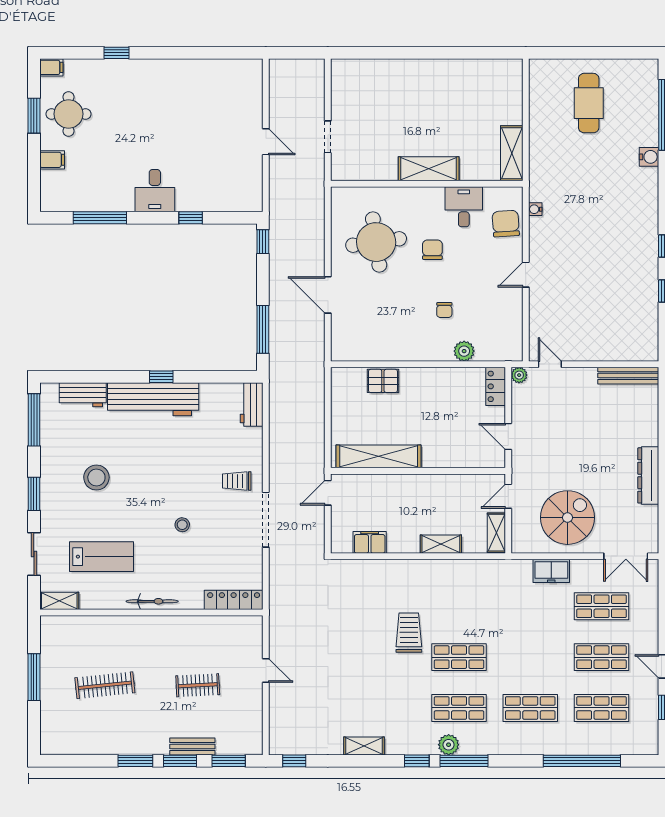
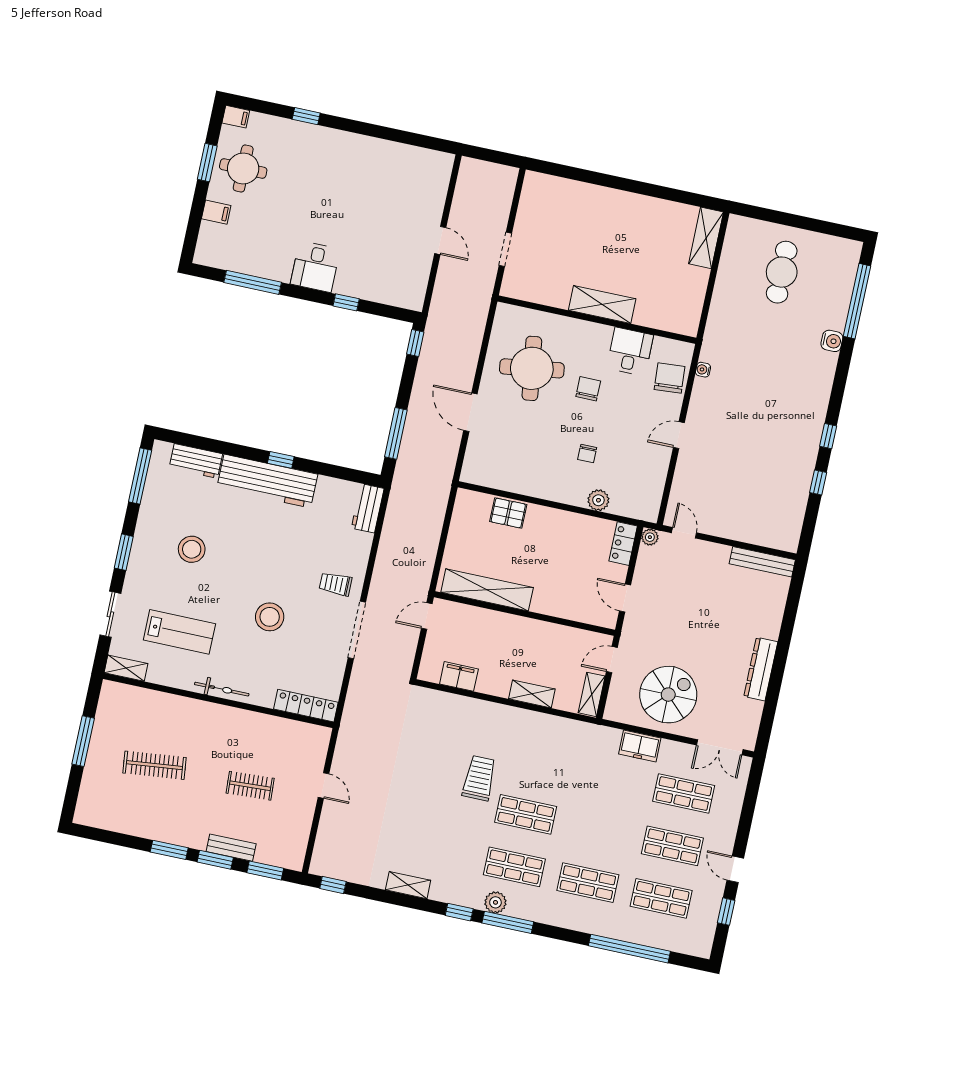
shelving: (512, 153) -> (706, 238), moved
stool: (182, 525) -> (270, 617), width x1.89, depth x1.89

